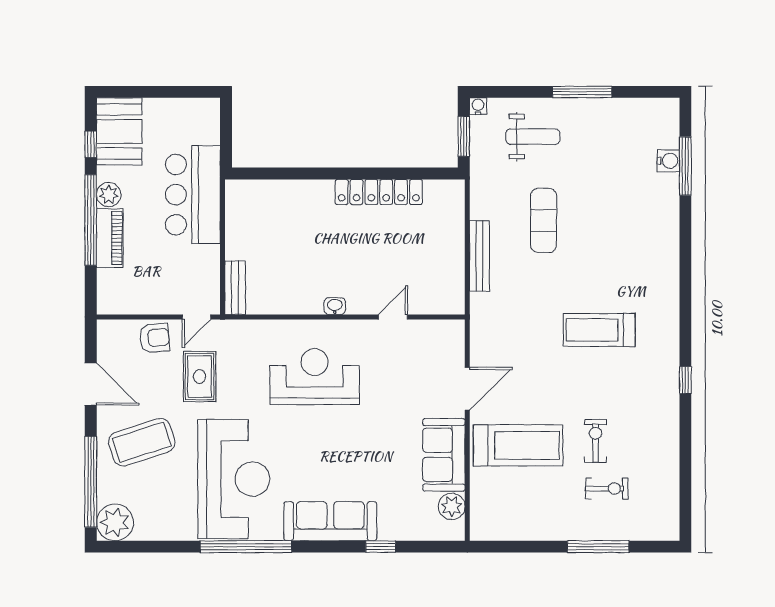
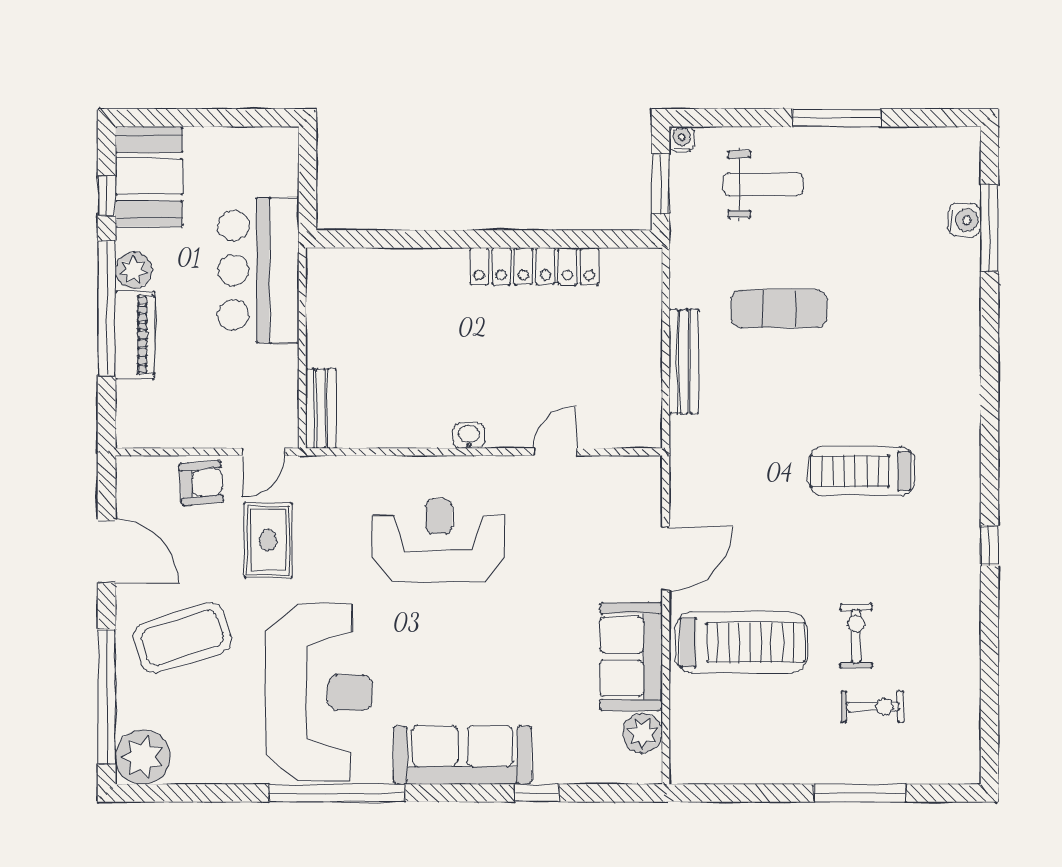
exercise mat: (544, 220) -> (779, 309), turned 90

